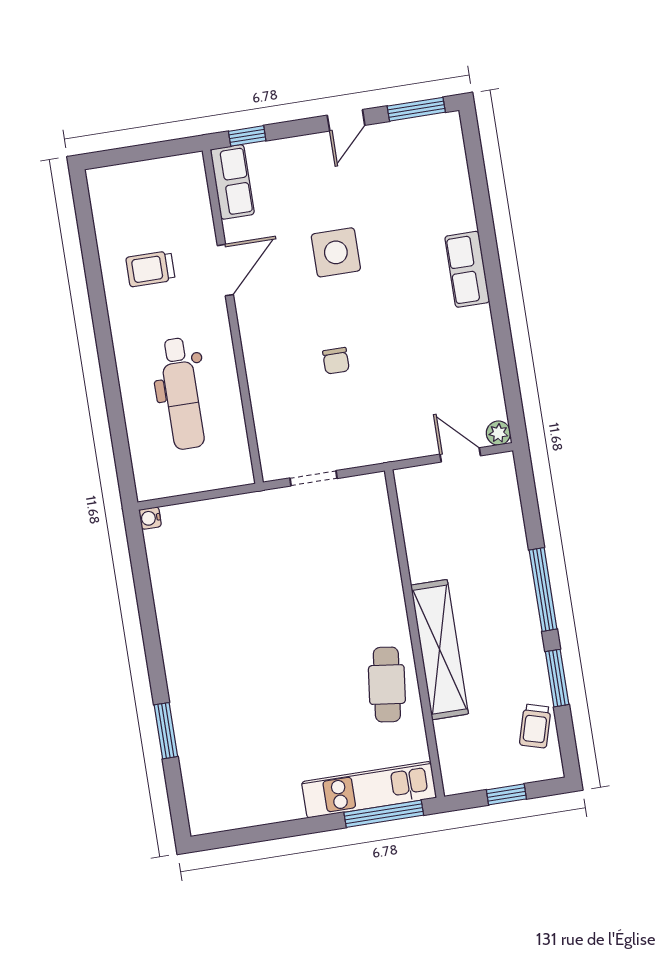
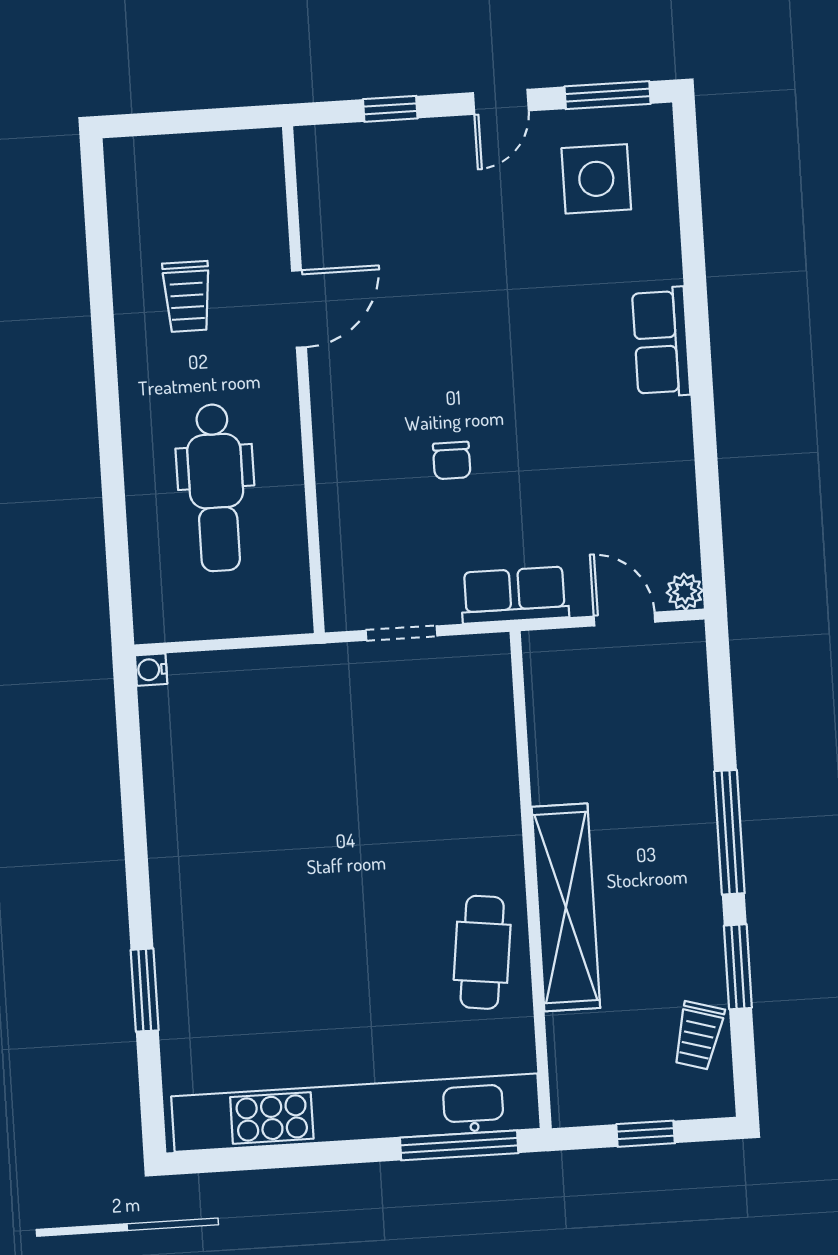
window: (247, 136) -> (390, 109), moved
row of seats: (232, 182) -> (515, 595), moved, turned -90
side table: (336, 252) -> (596, 179), moved
trolley: (150, 269) -> (187, 296), turned -90
kitchen unit: (369, 790) -> (356, 1113), width x1.86

